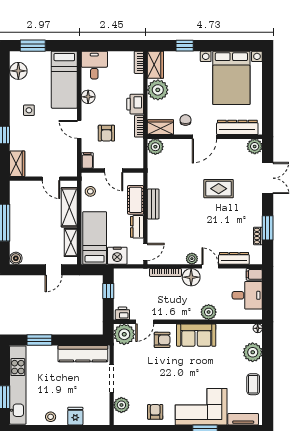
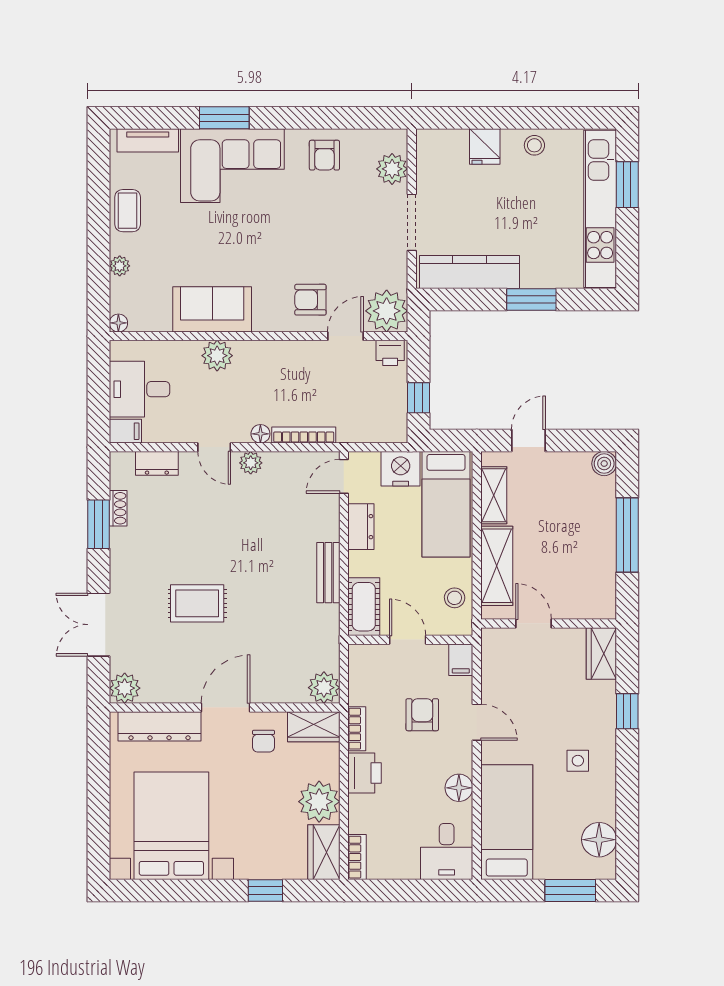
cot: (136, 200) -> (364, 607), moved
dresser: (234, 258) -> (157, 463), width x0.70
floor lamp: (191, 277) -> (260, 434), width x0.53, depth x0.53
sofa: (196, 335) -> (212, 309), moved
window: (39, 340) -> (531, 299), moved
plant: (253, 352) -> (120, 266), width x0.53, depth x0.53

